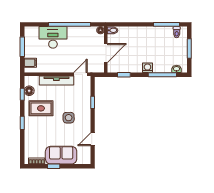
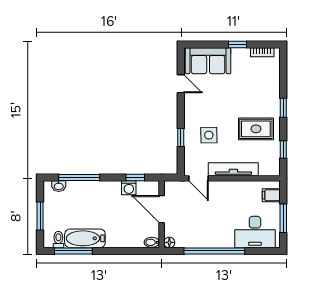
bathtub: (158, 33) -> (85, 238), added
desk: (53, 37) -> (255, 232), moved
door: (106, 53) -> (162, 209), hinge flipped
washing machine: (147, 68) -> (129, 188), moved
door: (80, 74) -> (199, 178), hinge flipped
floor lamp: (29, 91) -> (273, 154), removed
side table: (69, 118) -> (209, 135), moved
door: (93, 139) -> (181, 84), hinge flipped
sofa: (61, 155) -> (208, 61), moved

